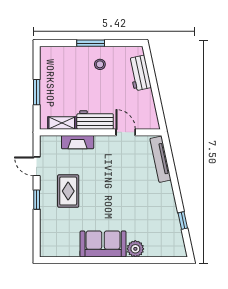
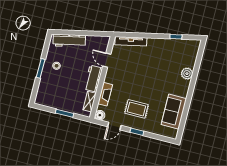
workbench: (140, 73) -> (69, 41), width x1.38
door: (126, 132) -> (107, 60), hinge flipped
floor lamp: (46, 142) -> (100, 115), added
sofa: (103, 244) -> (174, 112), moved

